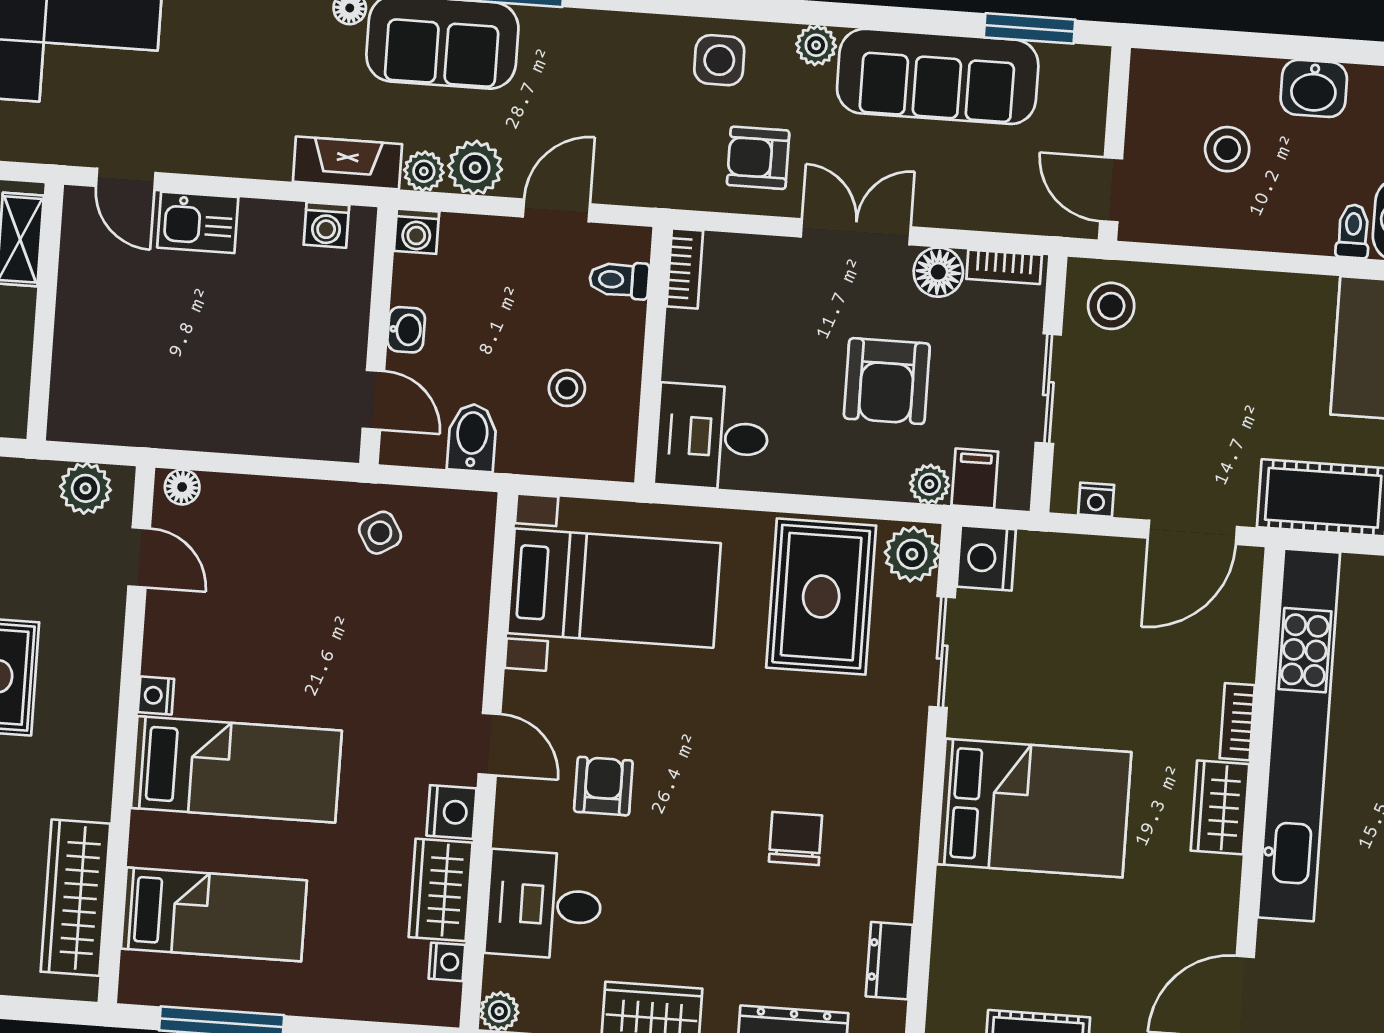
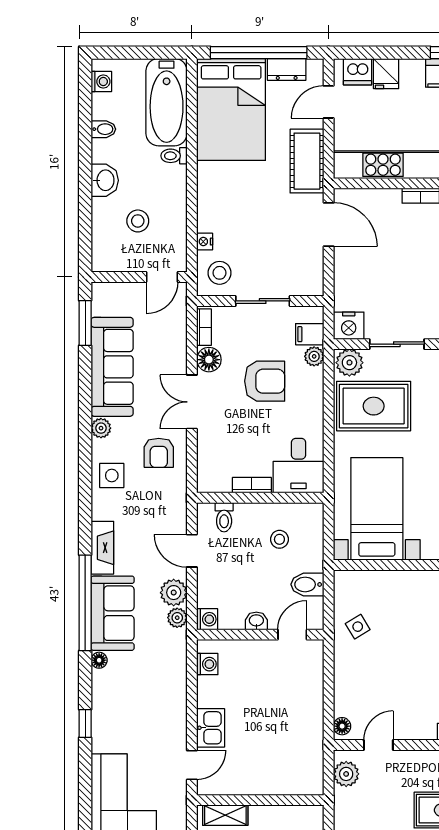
fireplace: (347, 163) -> (102, 548), moved, turned 180
bookcase: (685, 268) -> (252, 485), moved
nightstand: (1096, 500) -> (205, 242), moved, turned 180

